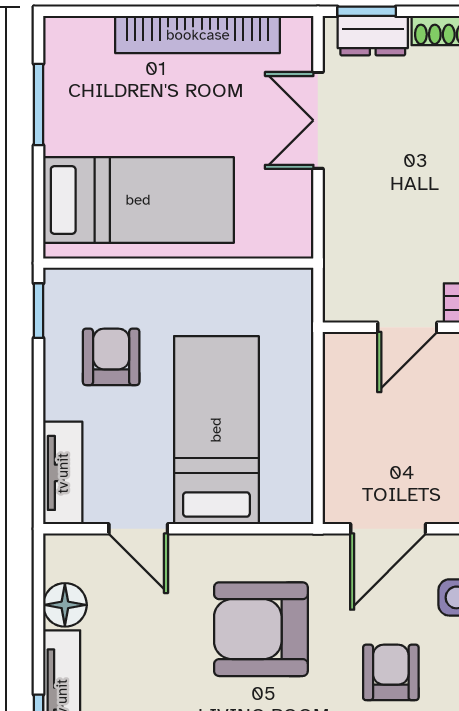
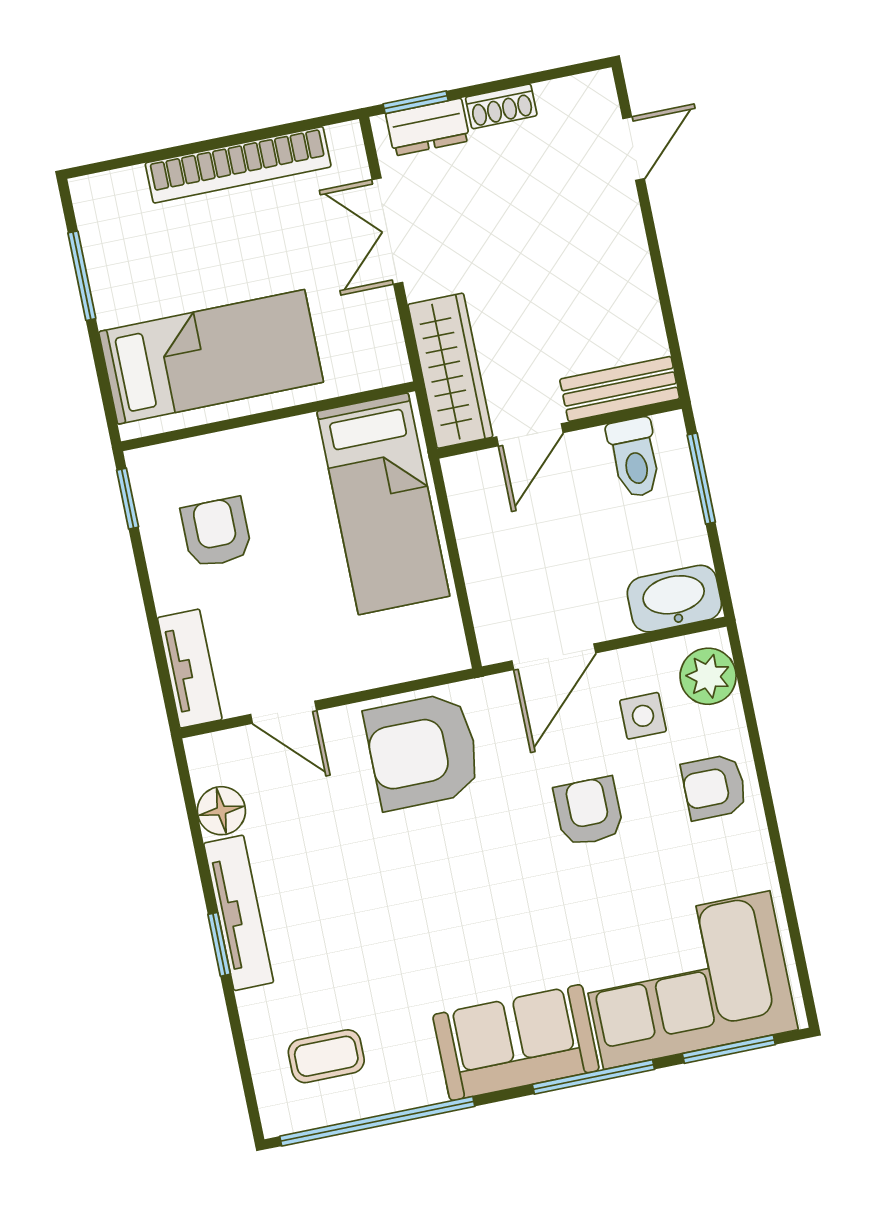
wardrobe: (348, 256) -> (450, 371), added
bed: (216, 430) -> (383, 504), moved, turned 180
armchair: (261, 629) -> (423, 751), moved

